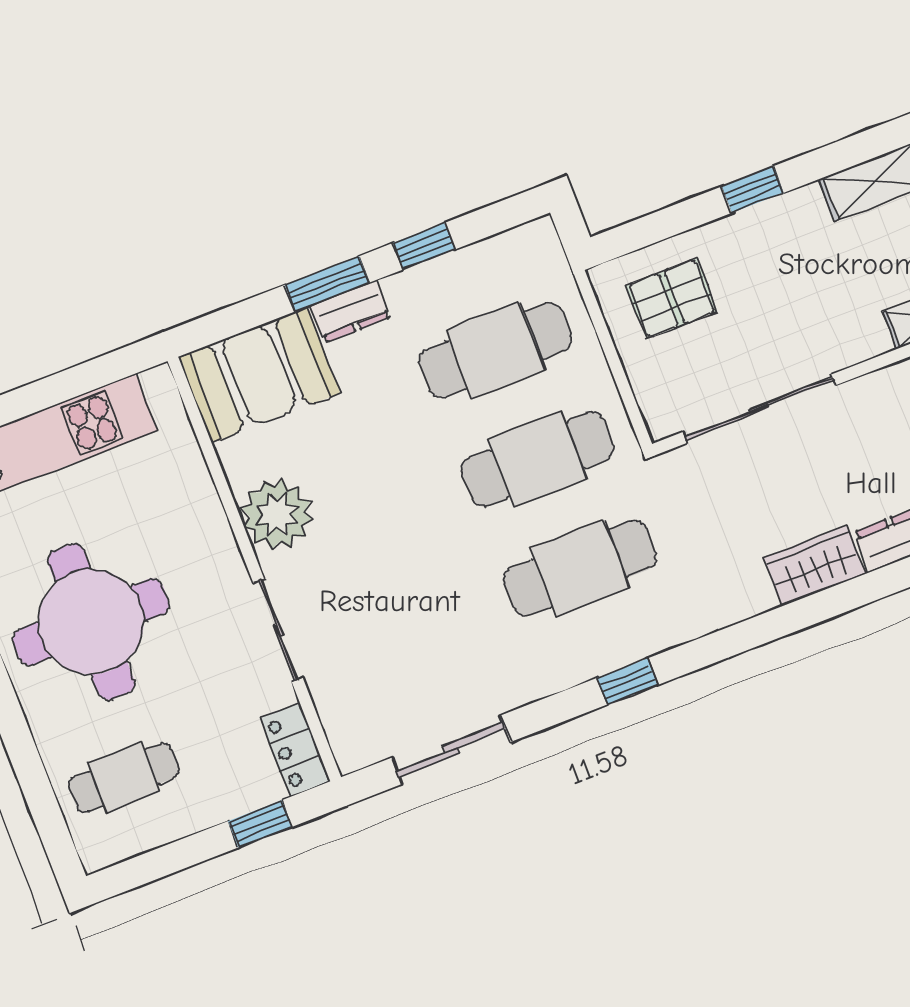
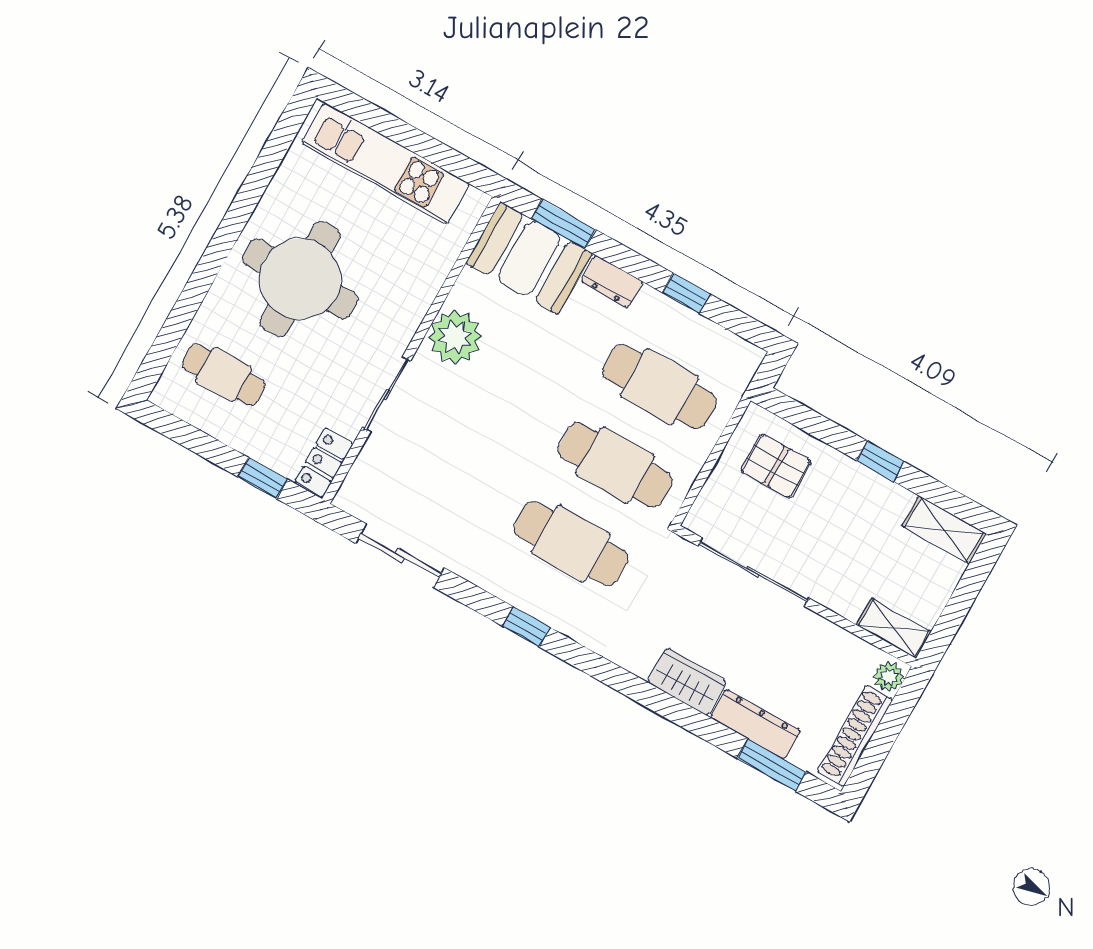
window: (327, 284) -> (563, 224), moved

